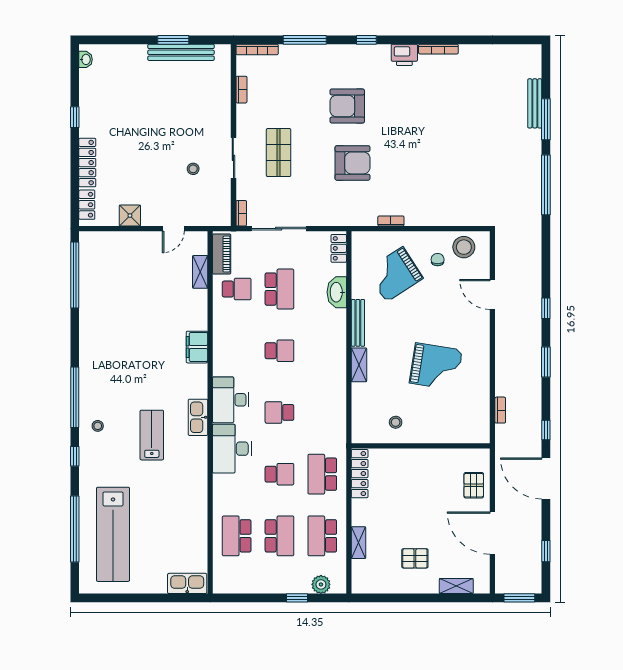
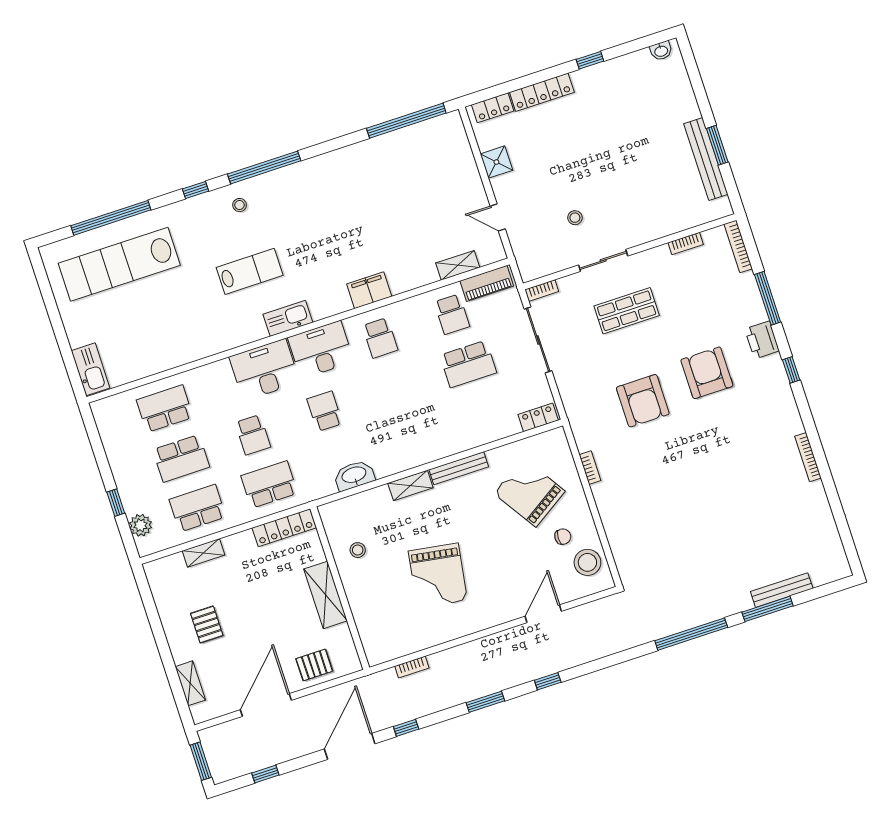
printer: (404, 55) -> (762, 340), moved
washbasin: (337, 292) -> (354, 475), moved
school desk: (279, 351) -> (380, 338), moved
shelving: (422, 459) -> (326, 595), added

